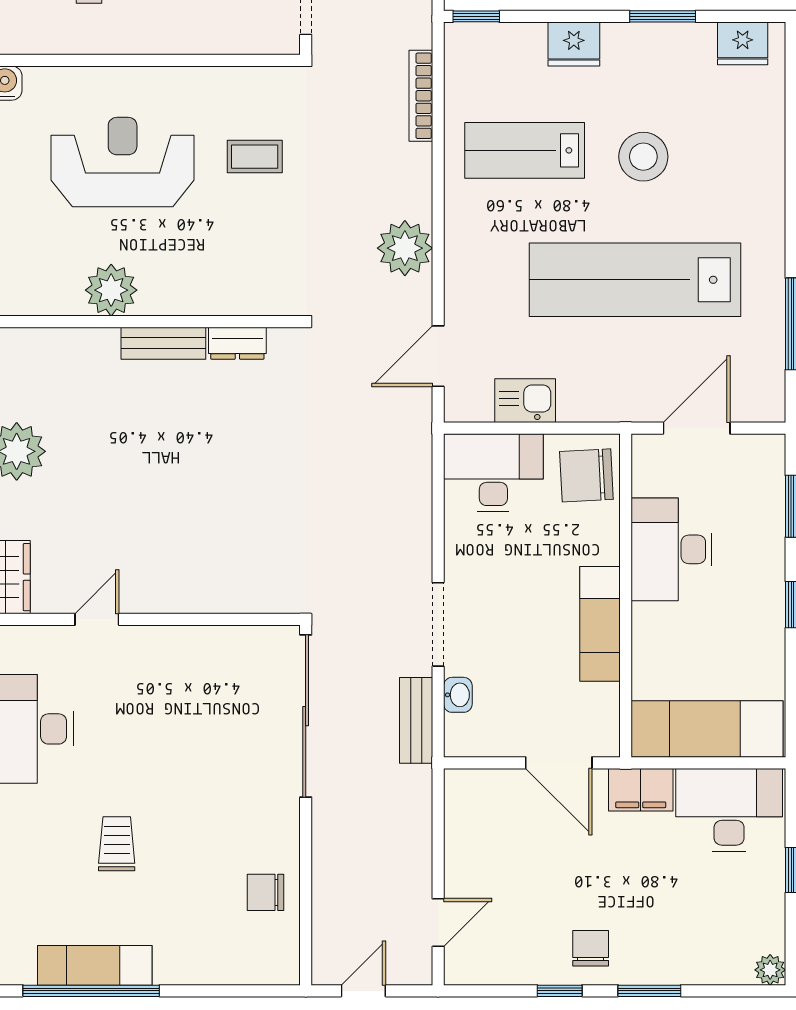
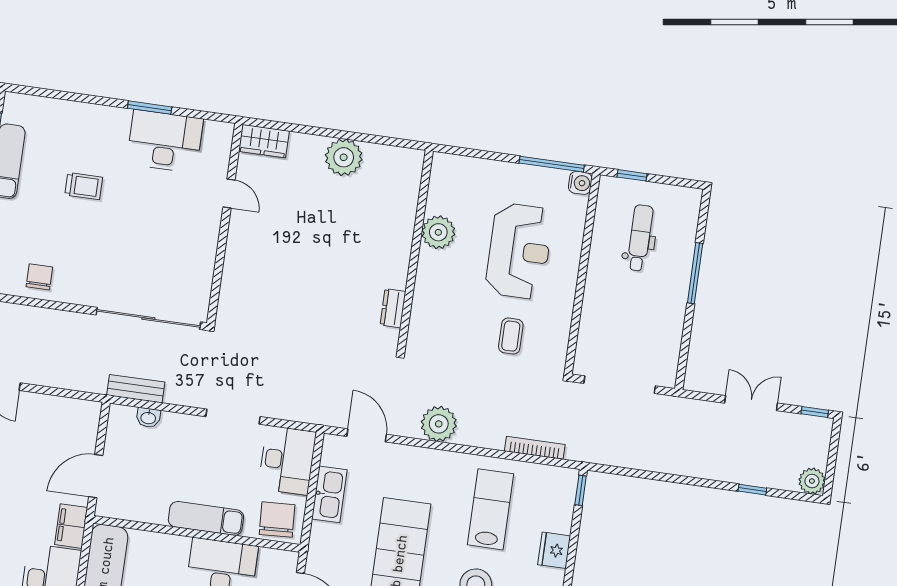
bench: (163, 343) -> (400, 261), removed
kitchen sink: (525, 401) -> (329, 494), width x1.38
doorway: (438, 624) -> (233, 417), moved
exam couch: (600, 624) -> (206, 518), moved

